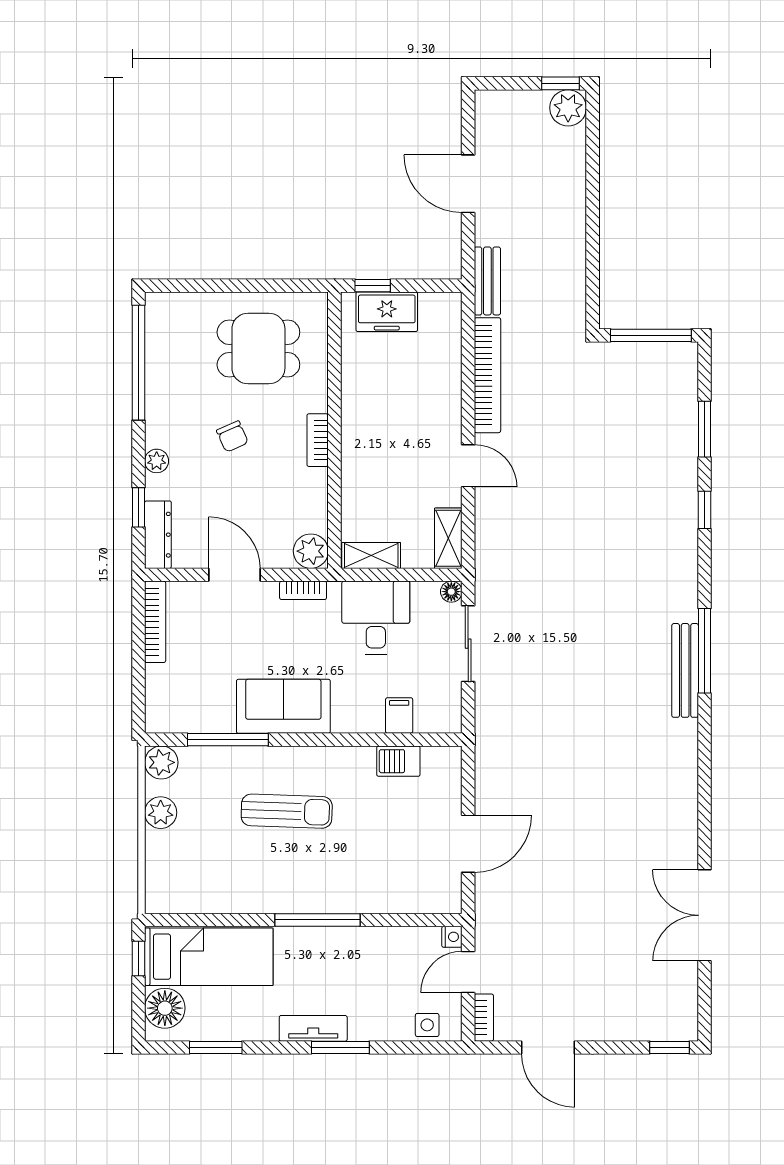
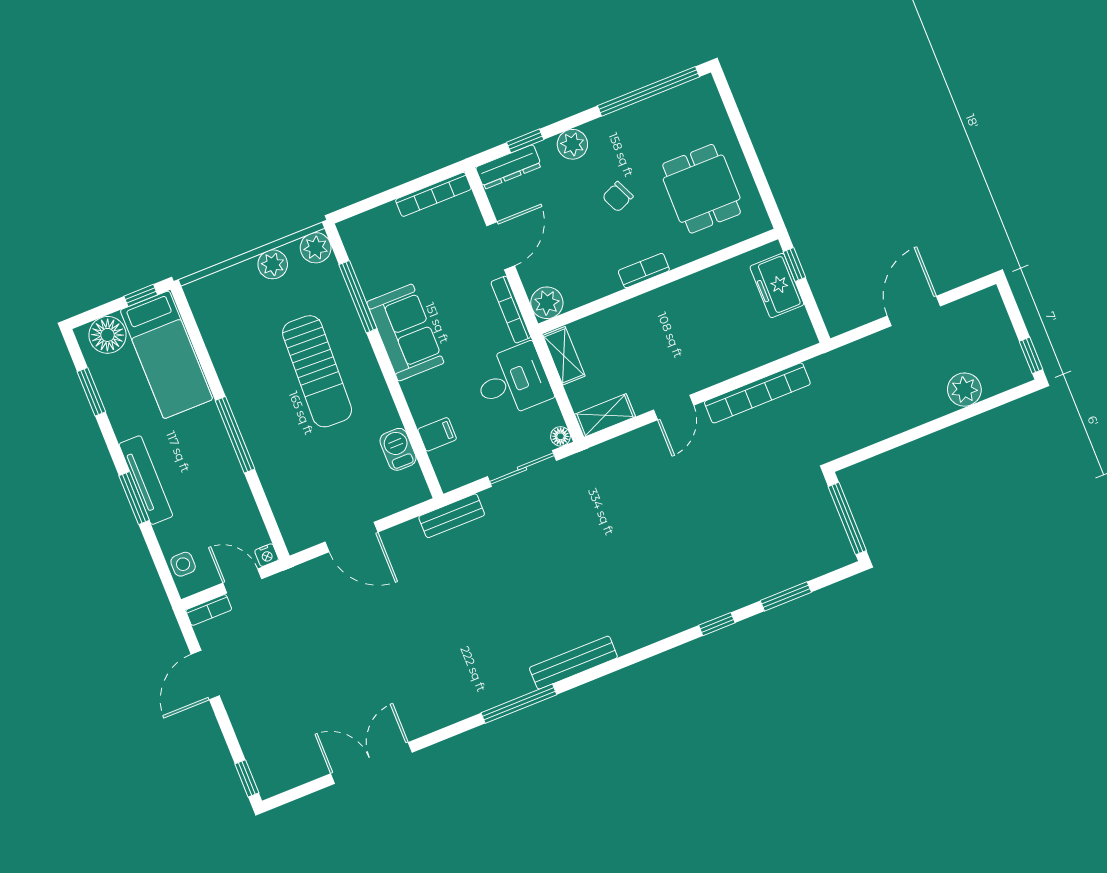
plant: (568, 108) -> (964, 390), moved
bench: (487, 281) -> (452, 516), moved
plant: (157, 461) -> (572, 144), width x1.38, depth x1.38
bookcase: (303, 590) -> (511, 310), width x1.56
window: (704, 651) -> (519, 704), moved
sun lounger: (287, 811) -> (317, 371), width x1.36, depth x1.34
tv unit: (313, 1028) -> (146, 480), width x1.41

